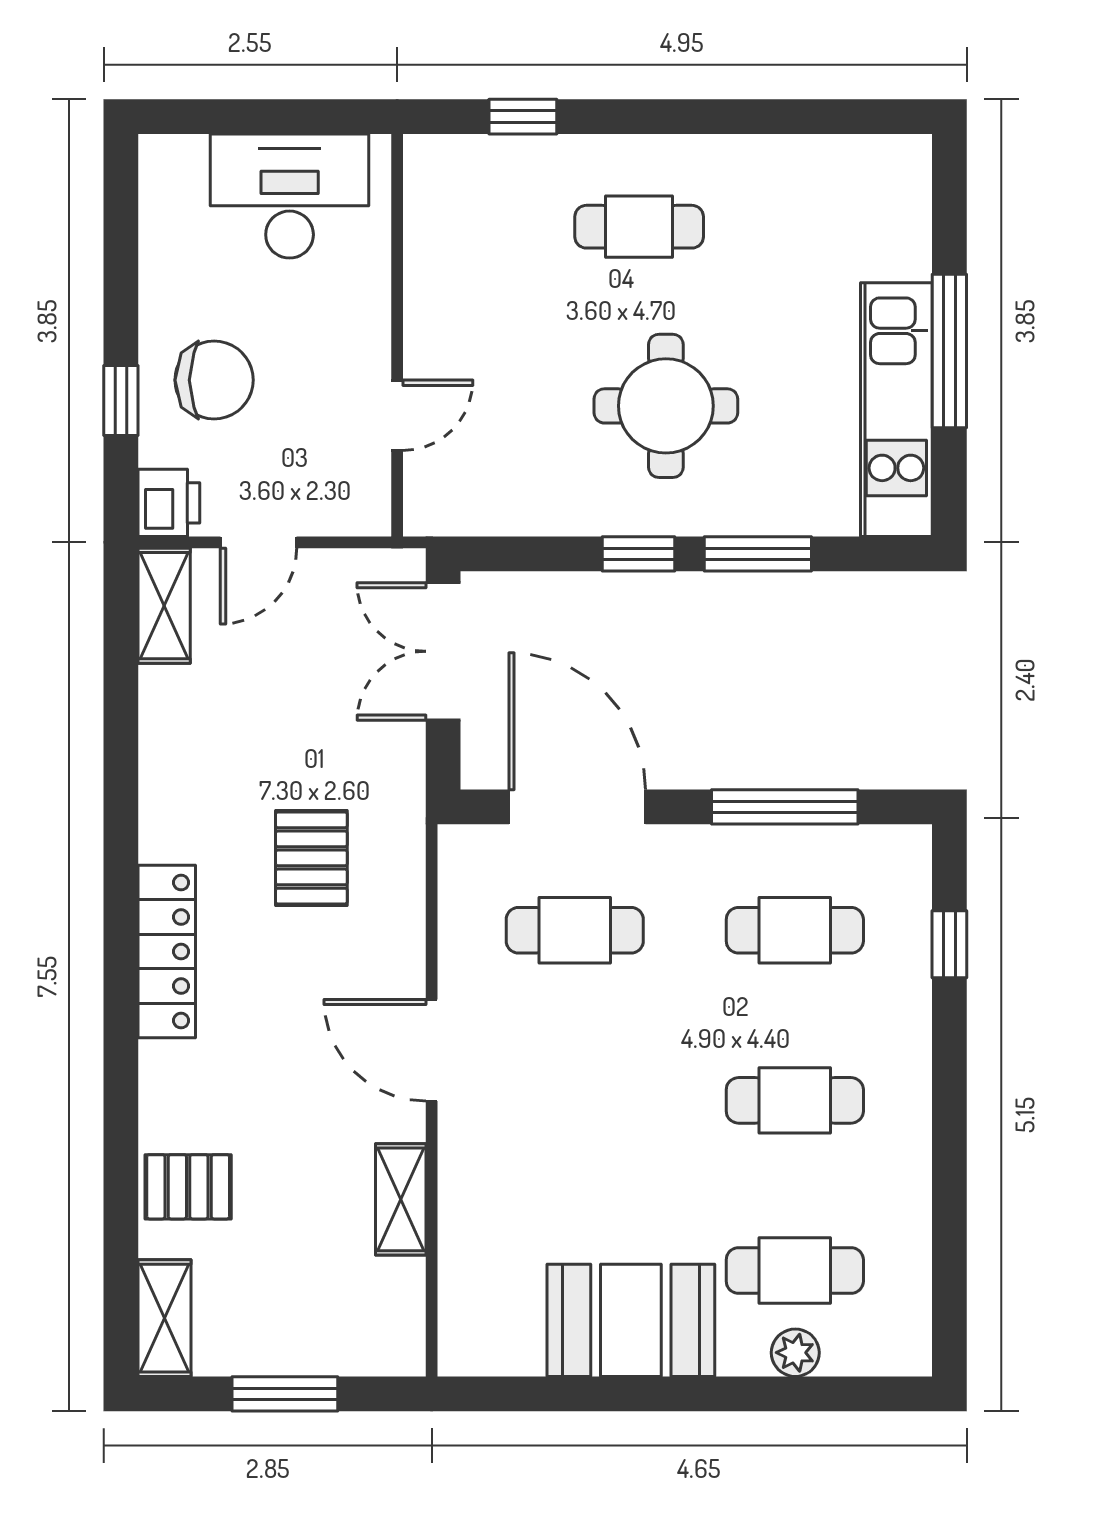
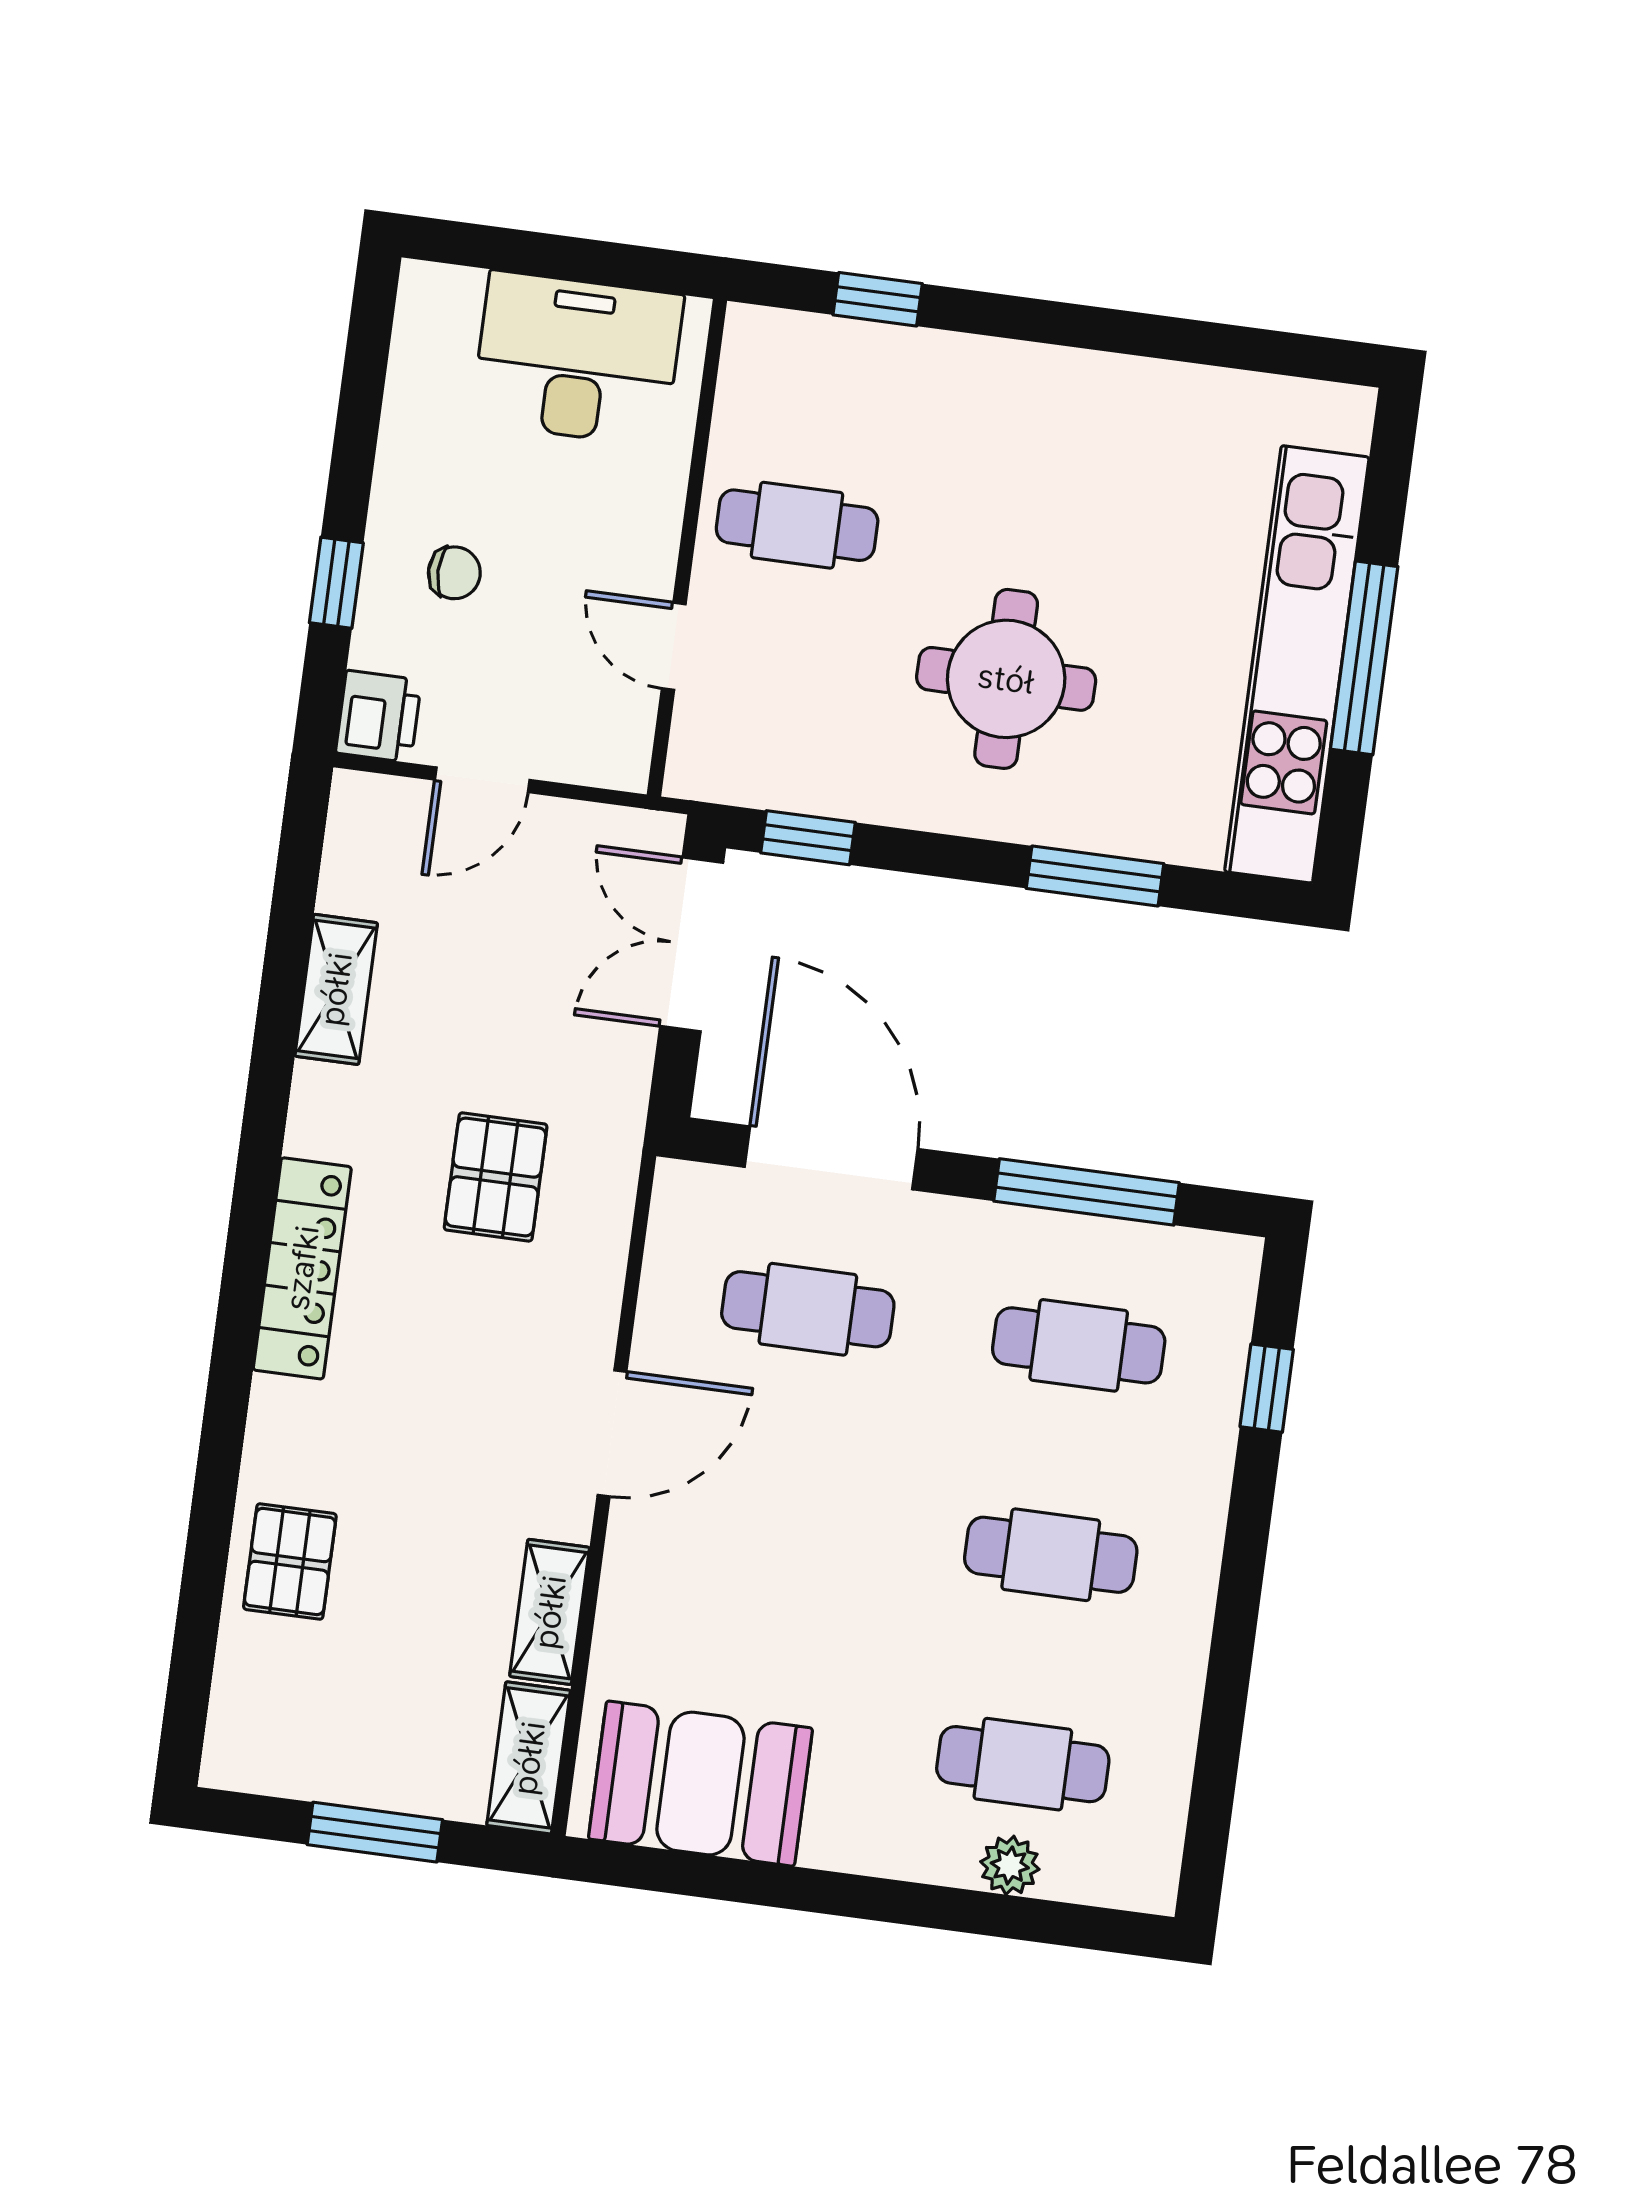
cafe table: (639, 227) -> (797, 525), moved
chair: (214, 380) -> (454, 573), width x0.54, depth x0.54
kitchen unit: (896, 410) -> (1297, 664), width x1.36
door: (397, 415) -> (674, 646), swing flipped
window: (638, 554) -> (808, 838), moved
shelving: (164, 606) -> (336, 989), moved
door: (432, 1050) -> (612, 1433), swing flipped
pallet: (188, 1187) -> (290, 1561), turned 90
shelving: (165, 1318) -> (529, 1758), moved
booth: (631, 1320) -> (700, 1784), moved

